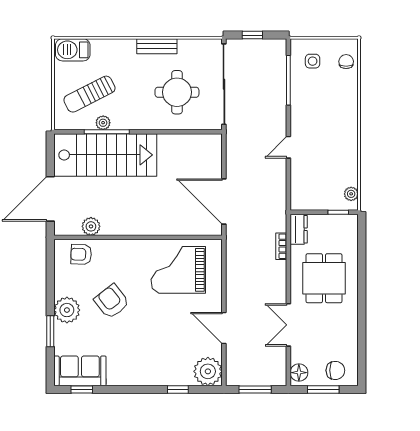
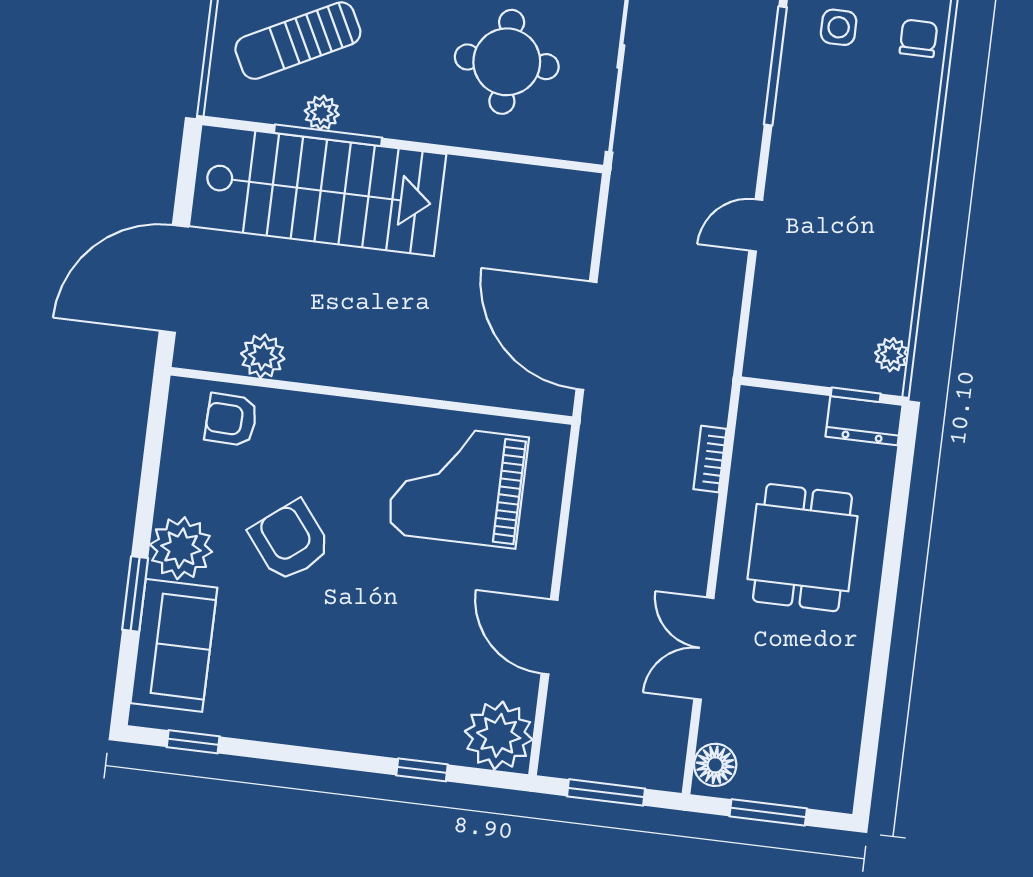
dresser: (299, 229) -> (864, 421), moved, turned 90
chair: (335, 370) -> (803, 770), removed
sofa: (80, 371) -> (174, 645), moved, turned 90

